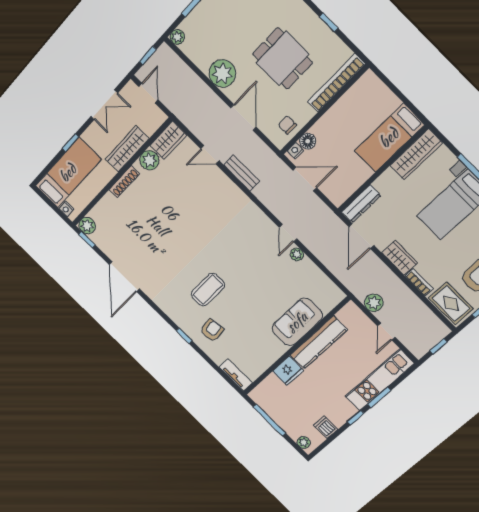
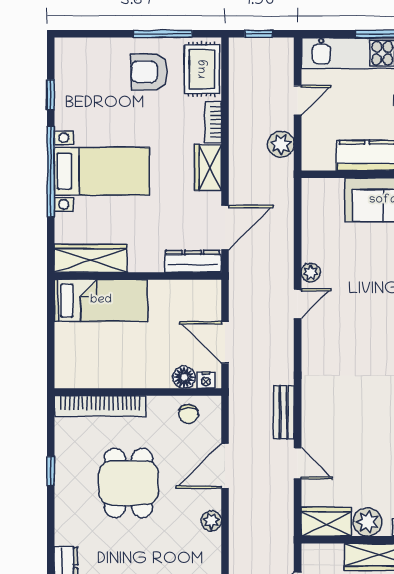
plant: (222, 74) -> (211, 521), width x0.53, depth x0.53

